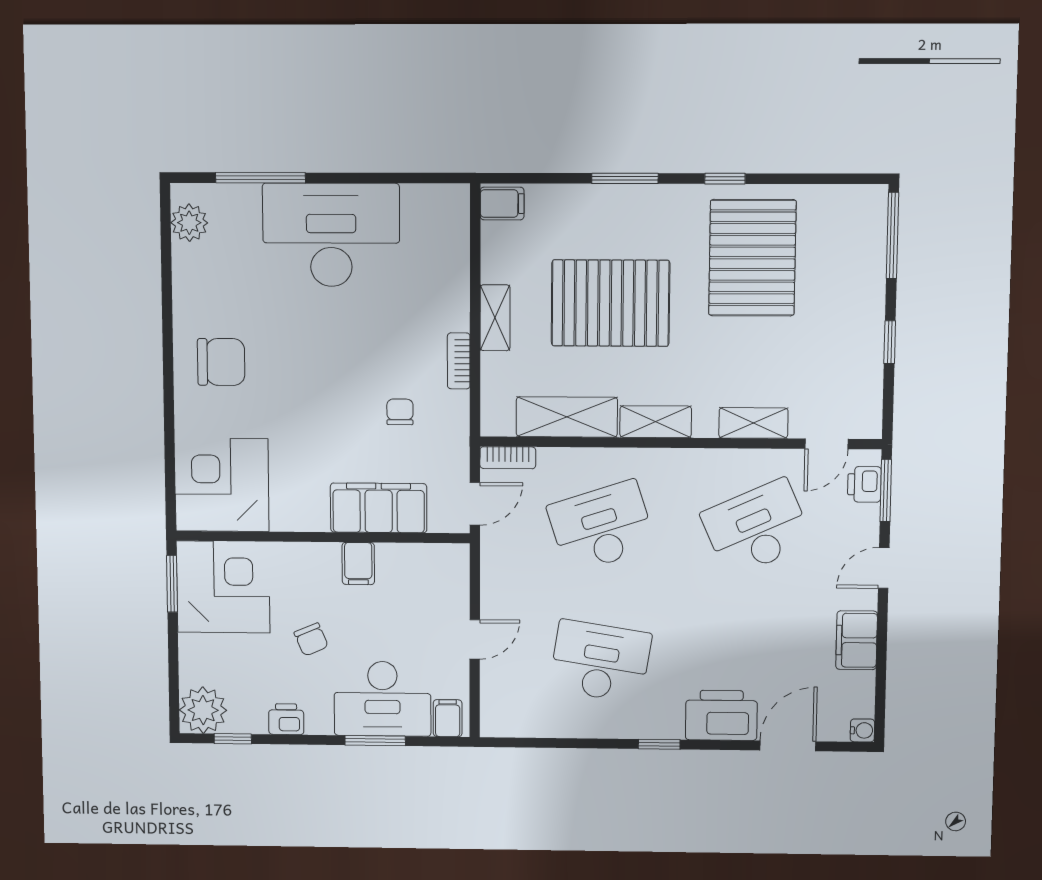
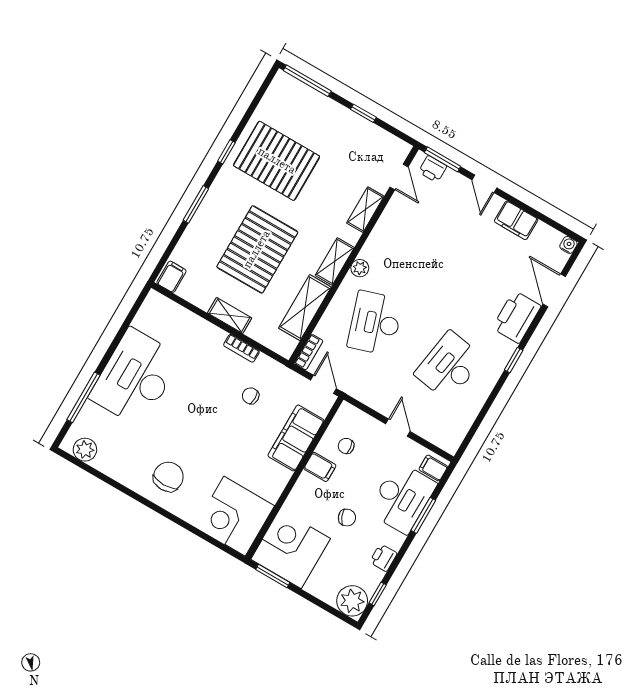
plant: (666, 462) -> (360, 268), added
desk: (757, 528) -> (424, 240), removed
chair: (408, 583) -> (346, 446), added

